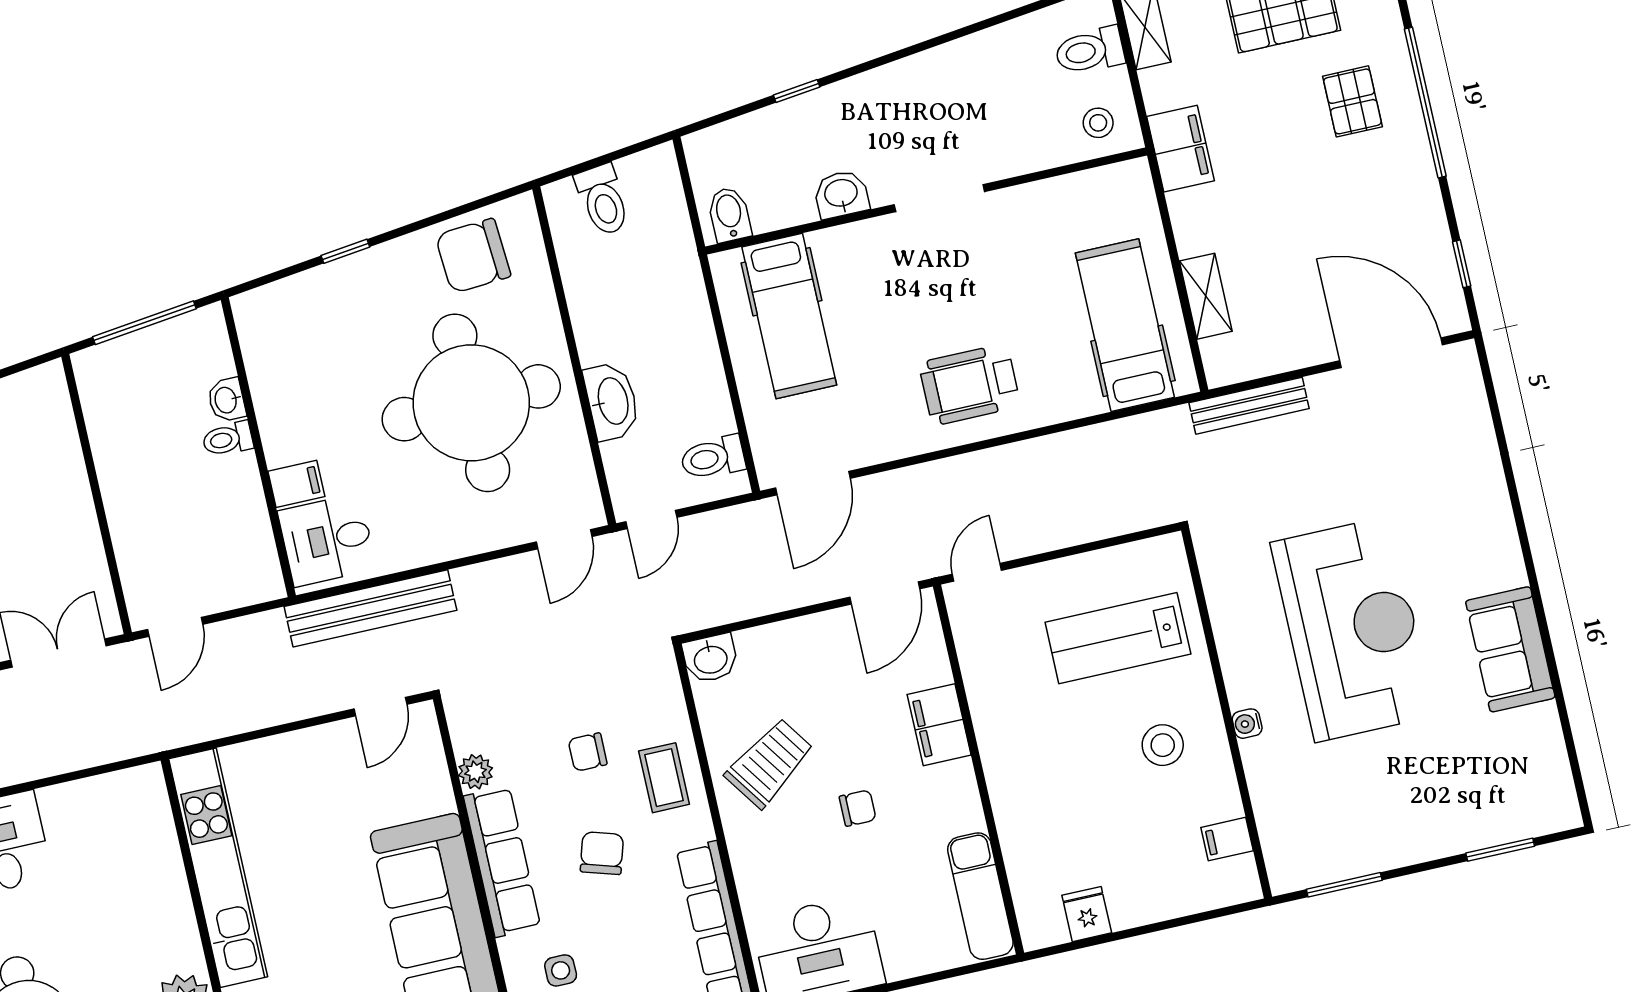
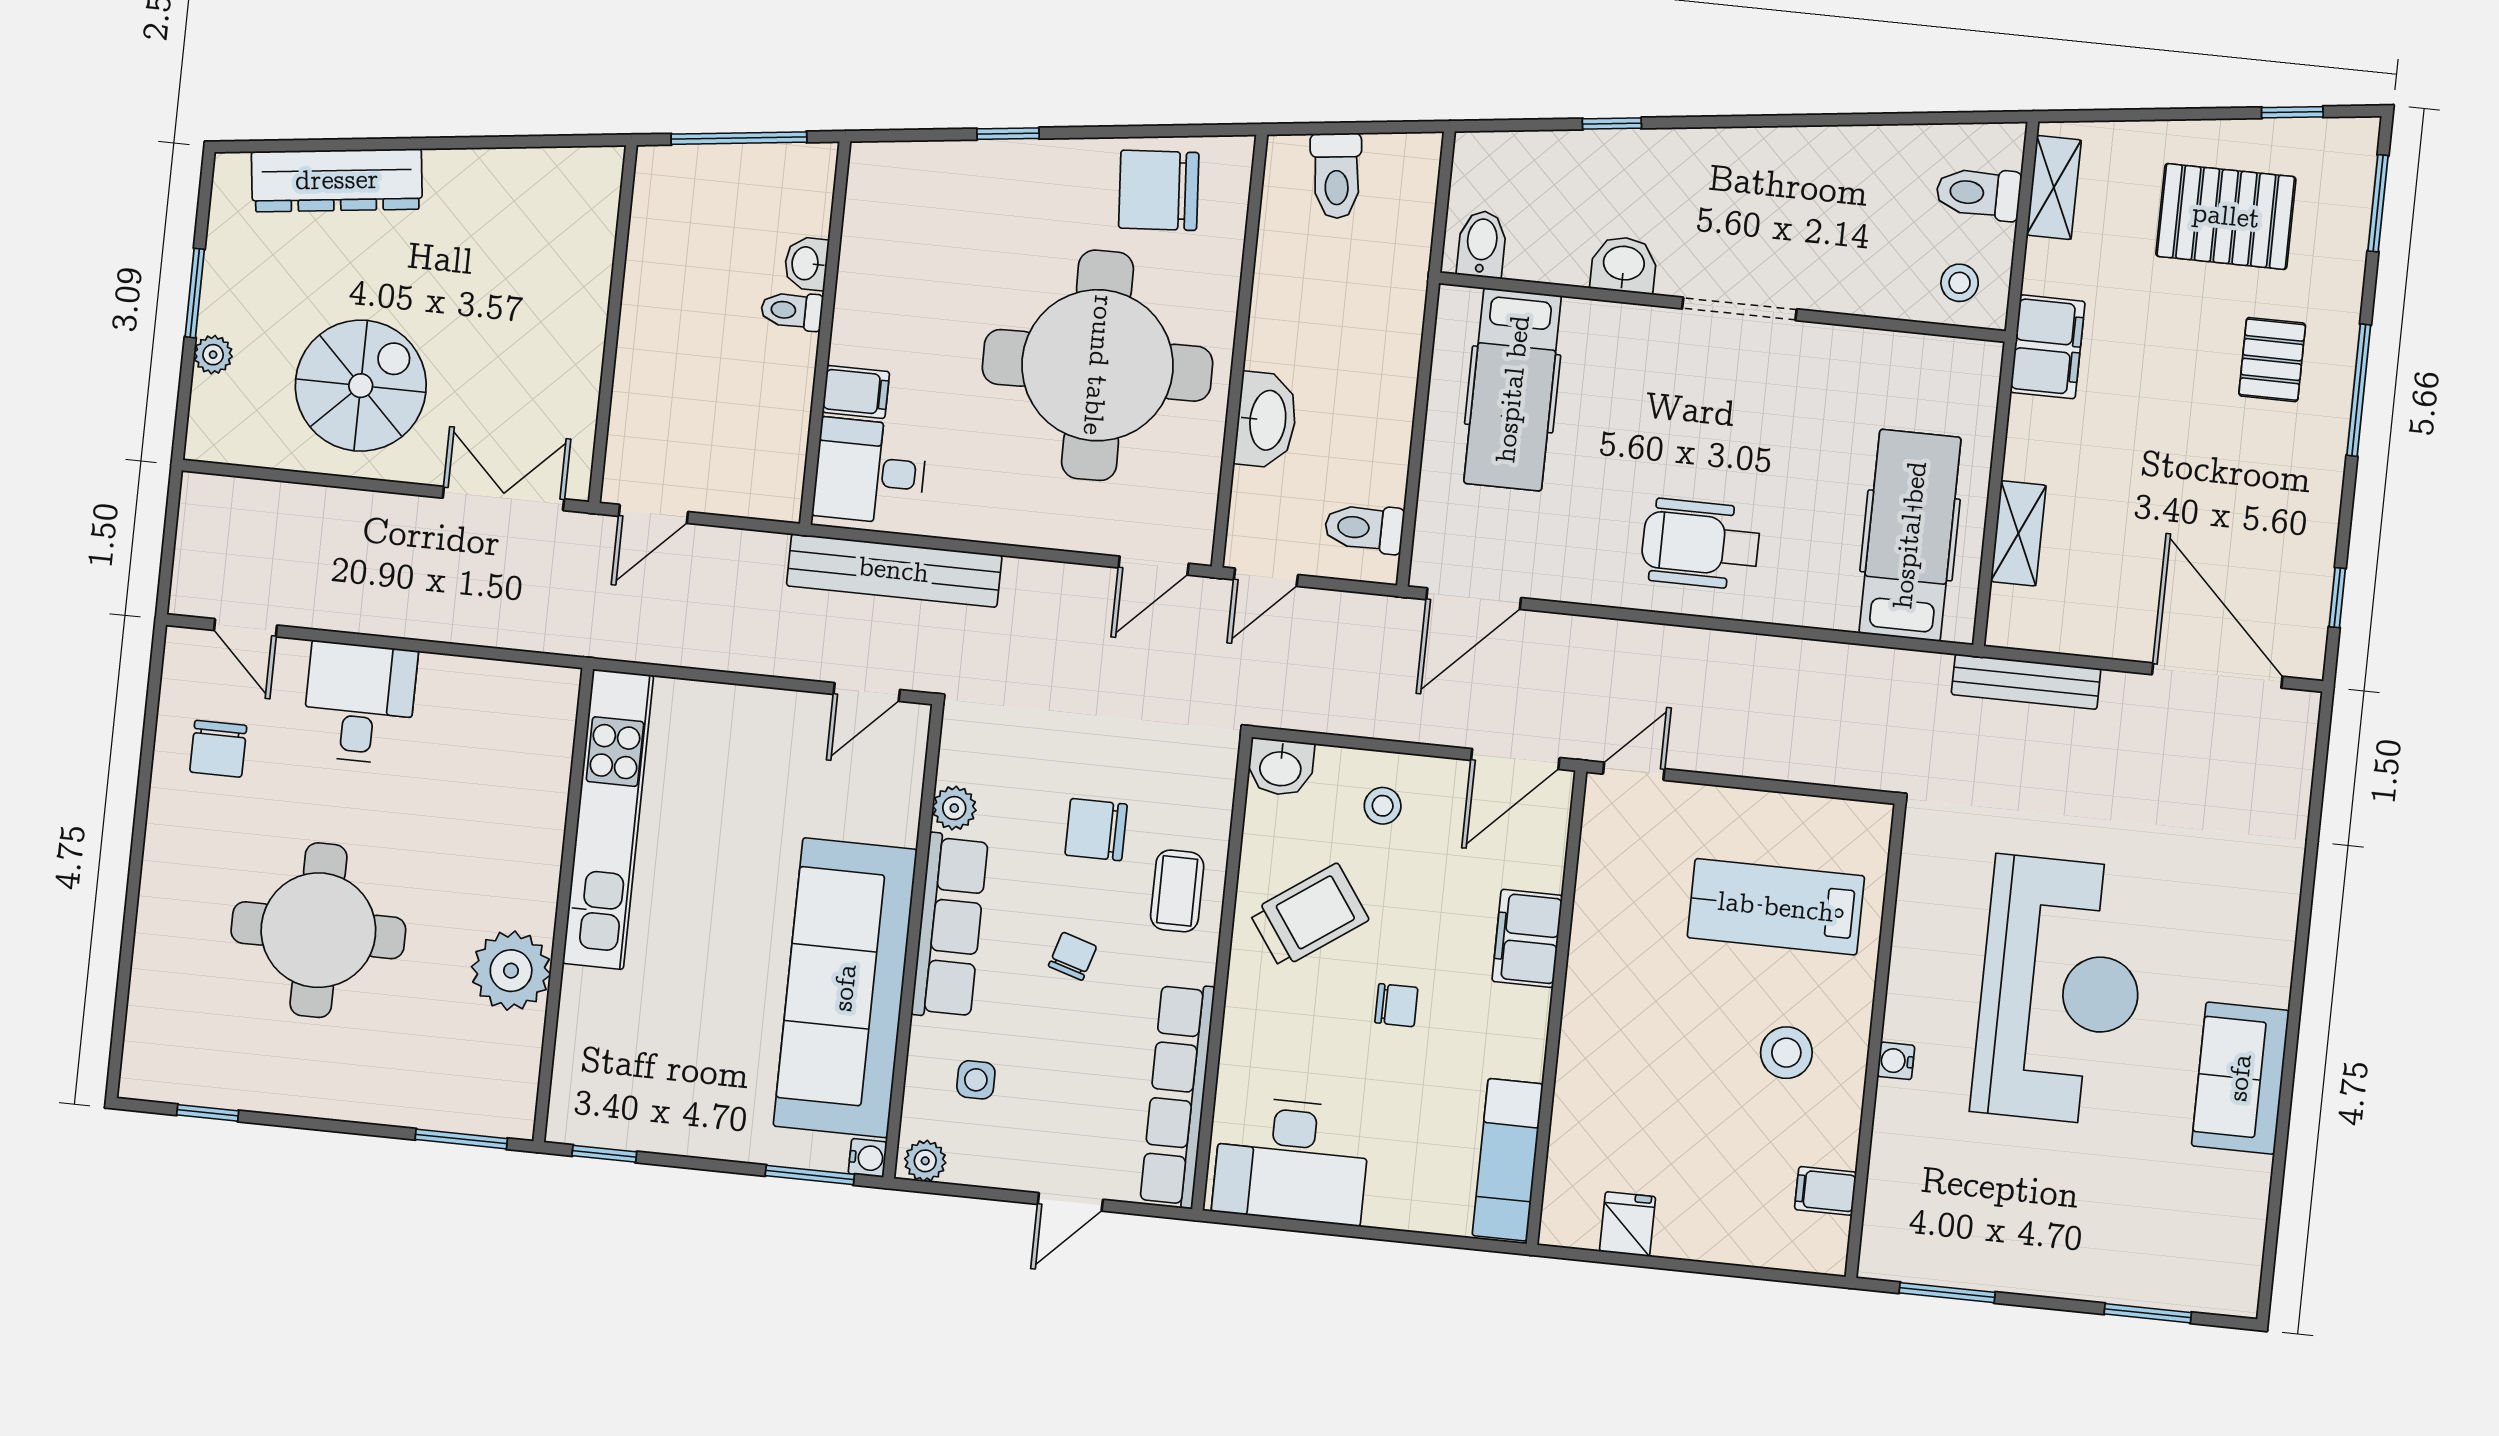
window: (1425, 103) -> (2359, 390), width x0.68
stool: (797, 662) -> (1383, 806), added
chair: (588, 752) -> (1096, 830), width x1.37, depth x1.37
chair: (602, 853) -> (1073, 956), width x0.73, depth x0.73

